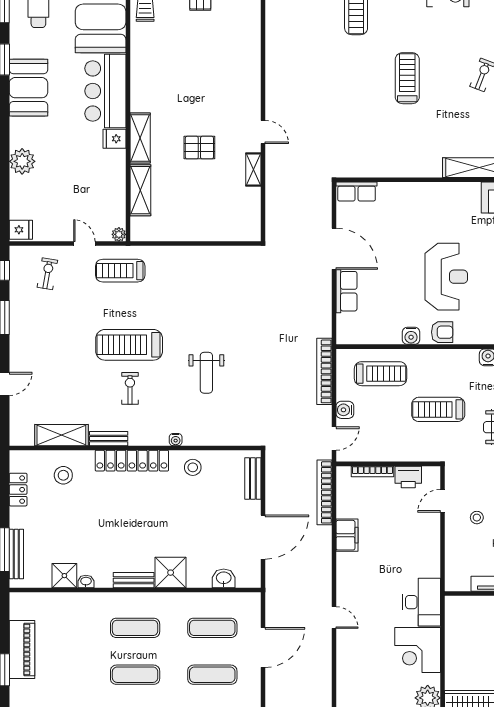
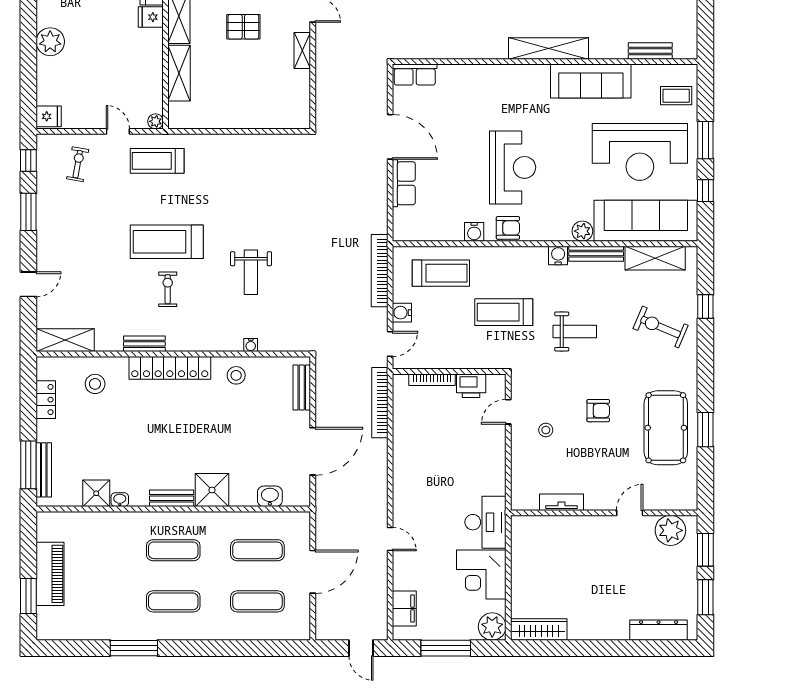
shelving: (61, 435) -> (65, 340), moved
water cooler: (176, 440) -> (251, 345), moved
filing cabinet: (347, 535) -> (404, 609), moved

